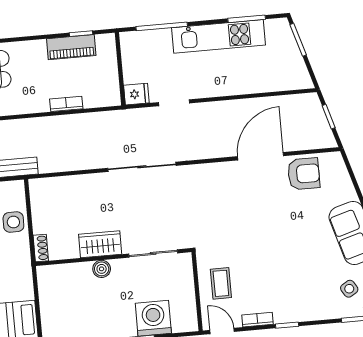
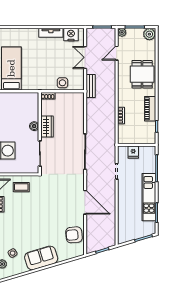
piano: (71, 47) -> (150, 109), moved
fridge: (136, 94) -> (133, 152), moved
door: (261, 156) -> (85, 202), moved
armchair: (304, 174) -> (74, 235), turned 85

